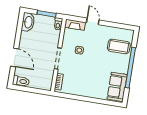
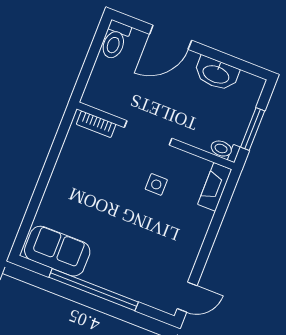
door: (93, 21) -> (187, 297), moved
washbasin: (28, 22) -> (216, 74), moved
coffee table: (119, 46) -> (146, 274), removed

